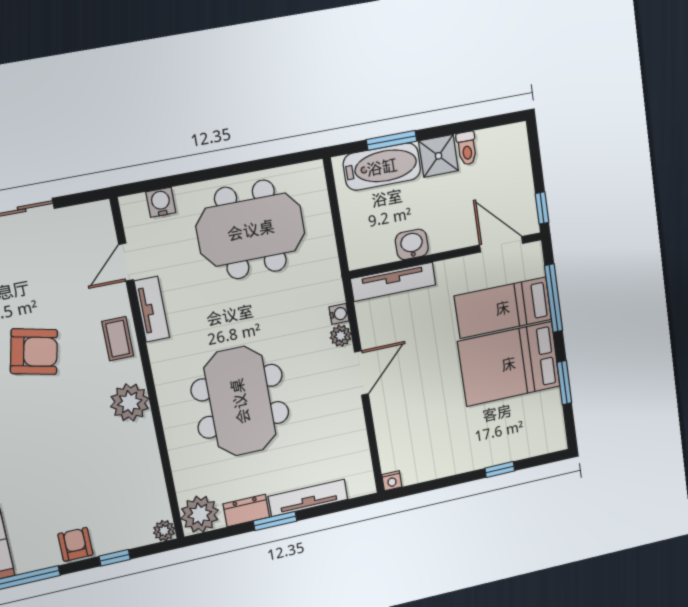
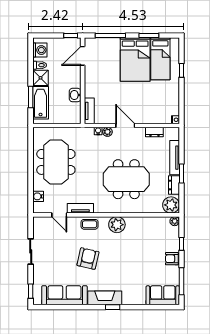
washing machine: (501, 143) -> (40, 50), added
tv unit: (393, 282) -> (89, 111), width x0.71
bed: (503, 308) -> (160, 59), moved
dresser: (357, 441) -> (154, 132), added

